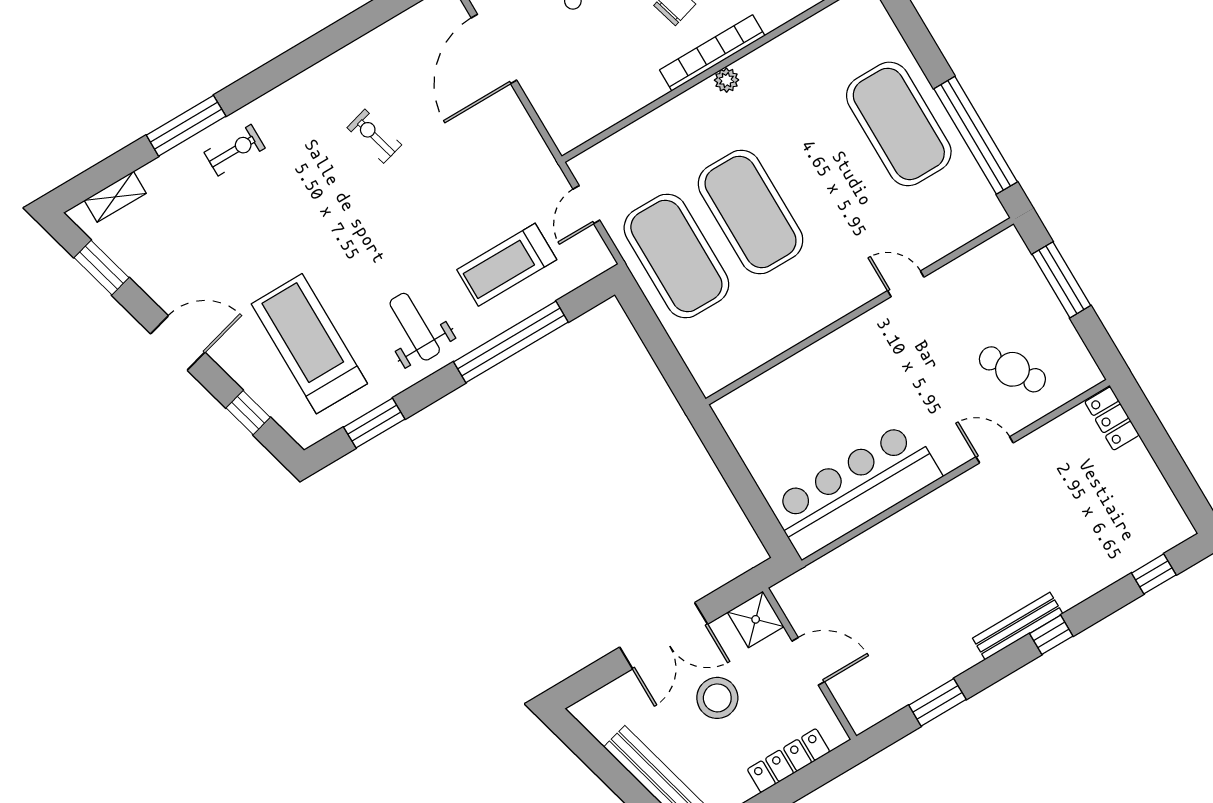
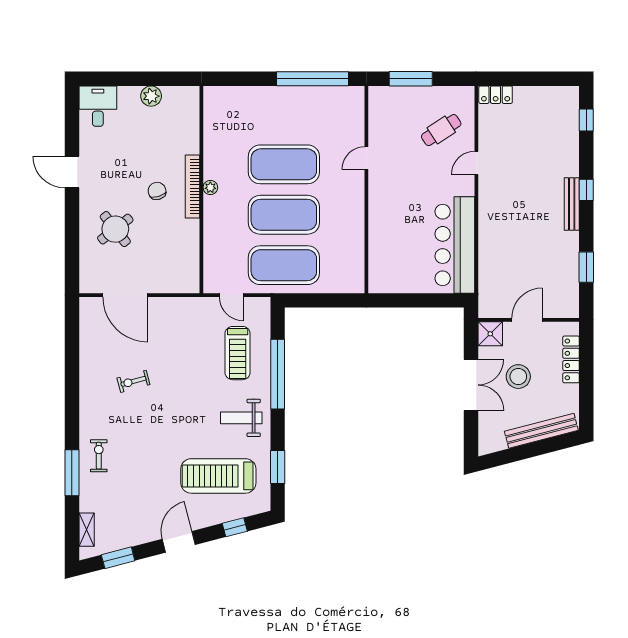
exercise mat: (899, 124) -> (284, 164), moved

